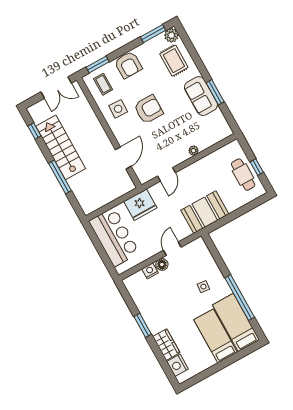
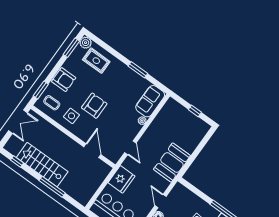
sofa: (201, 96) -> (150, 101), moved, turned 90
cafe table: (243, 175) -> (187, 121), removed

